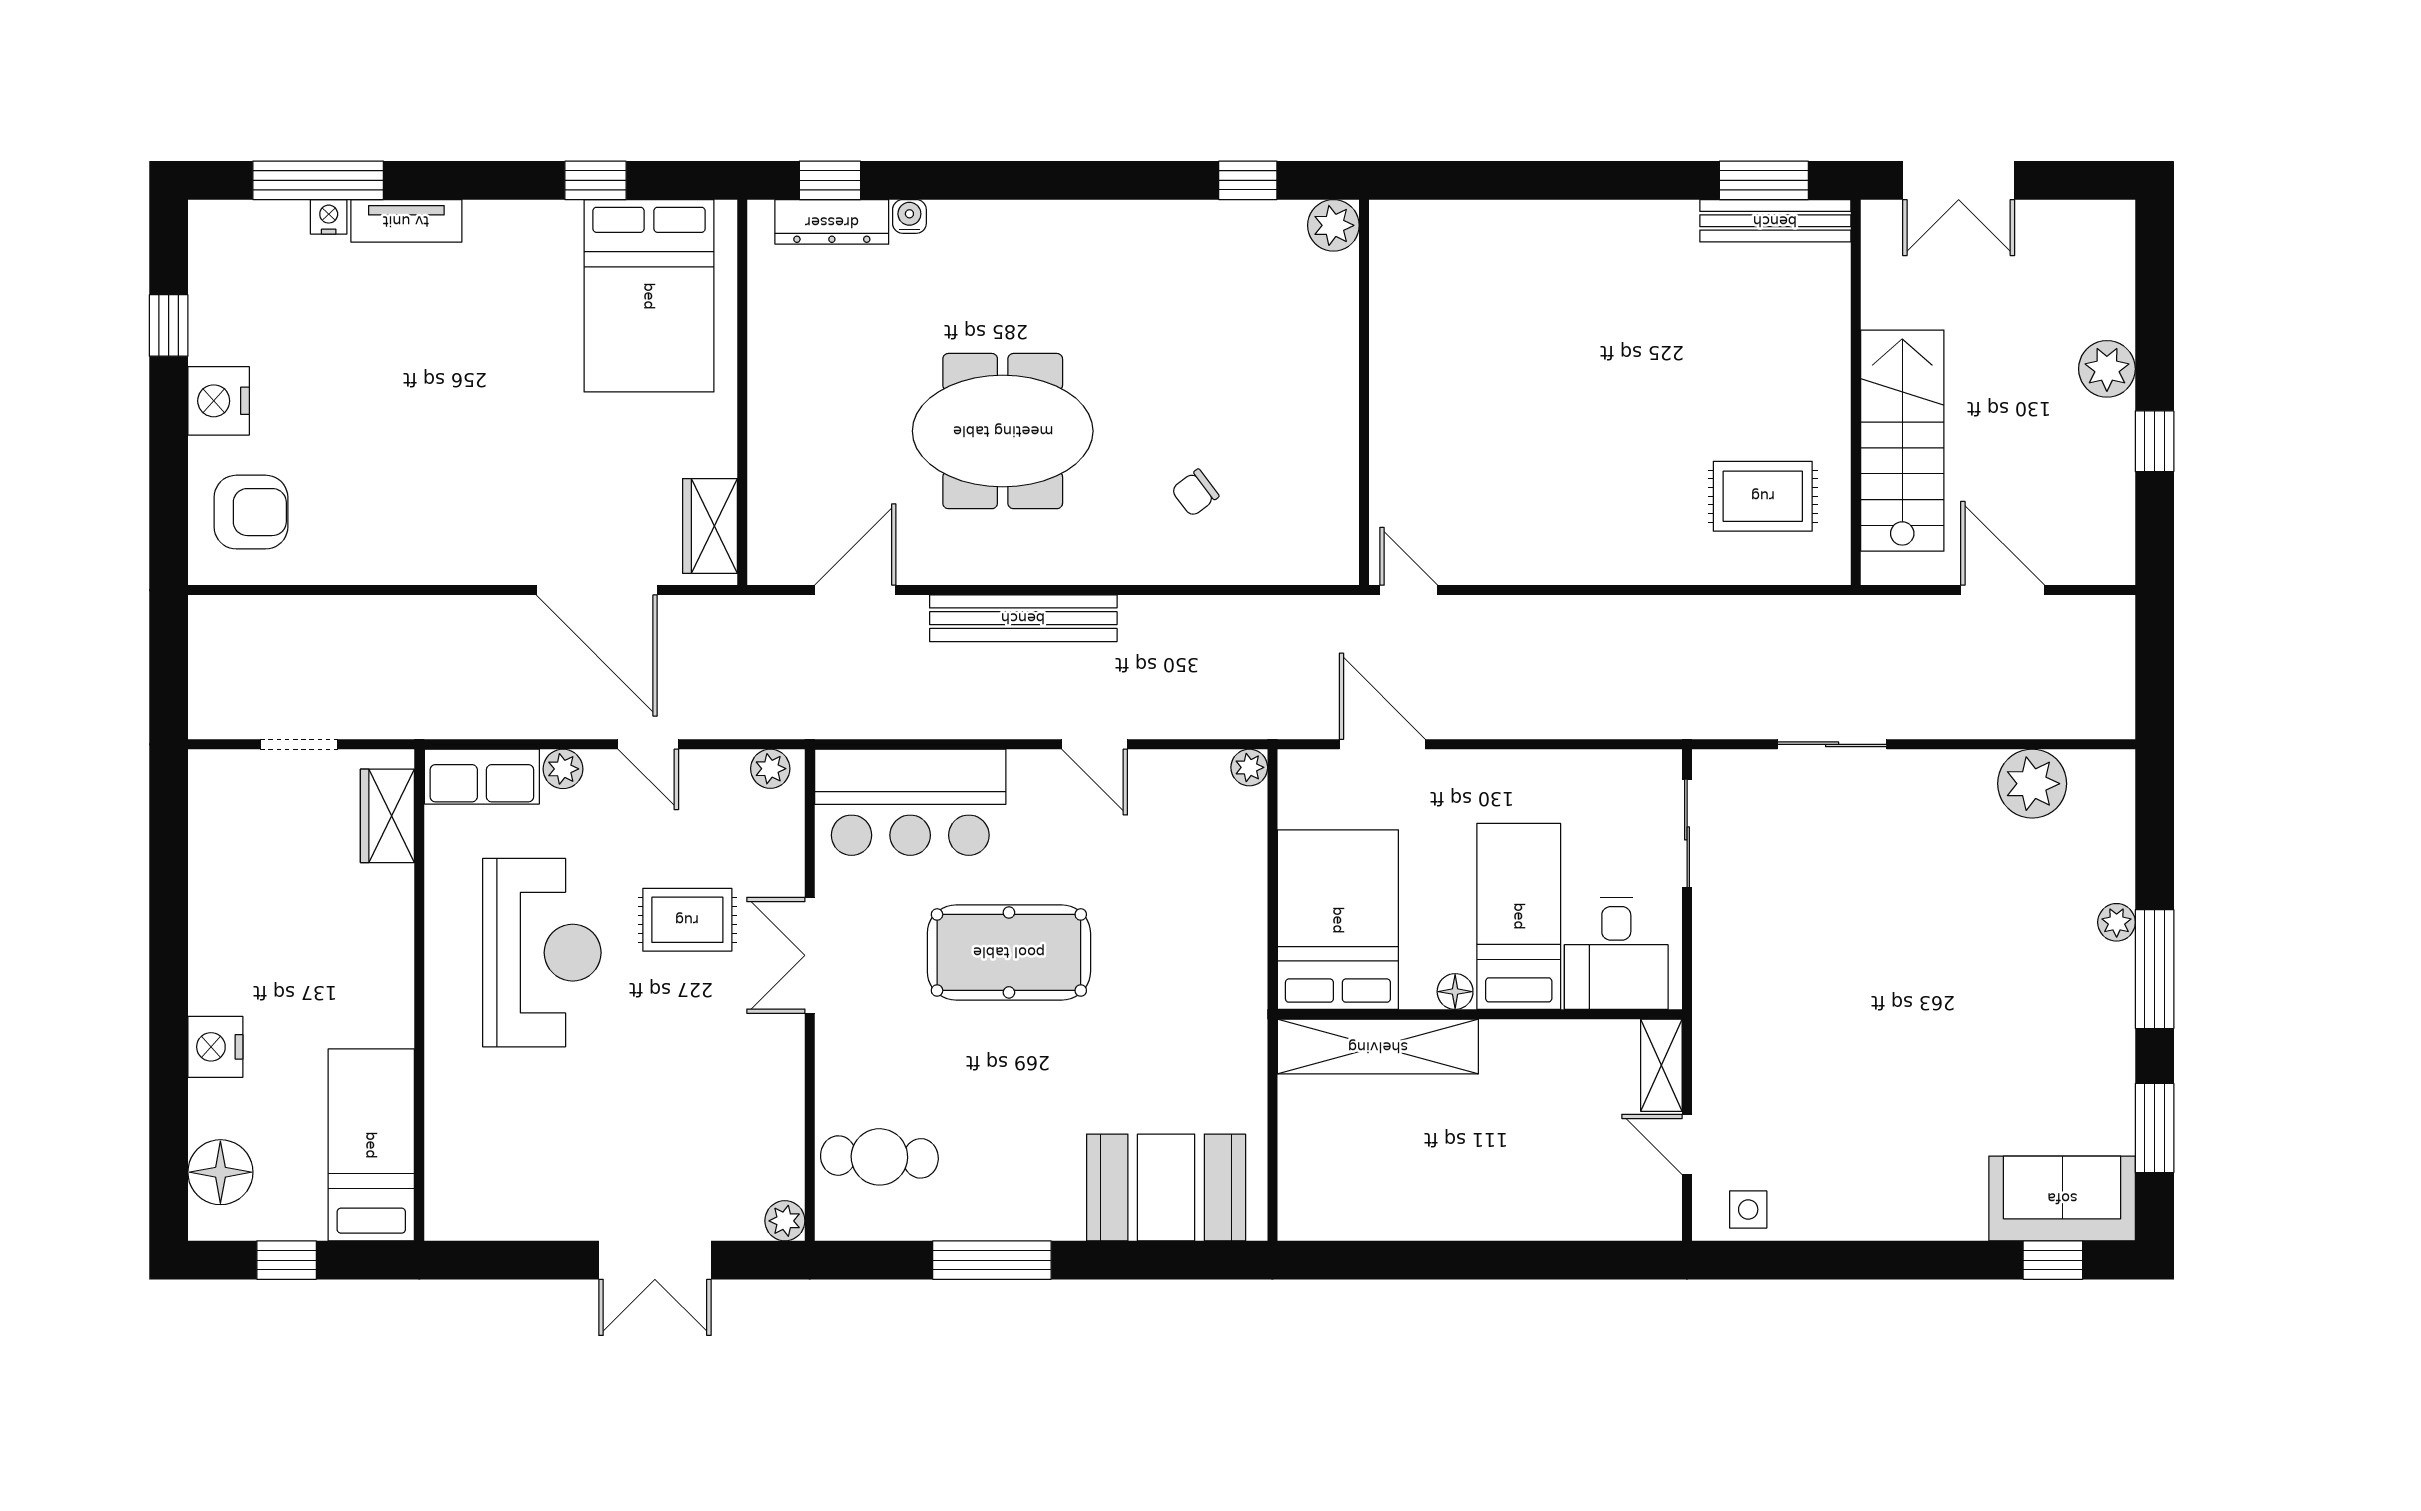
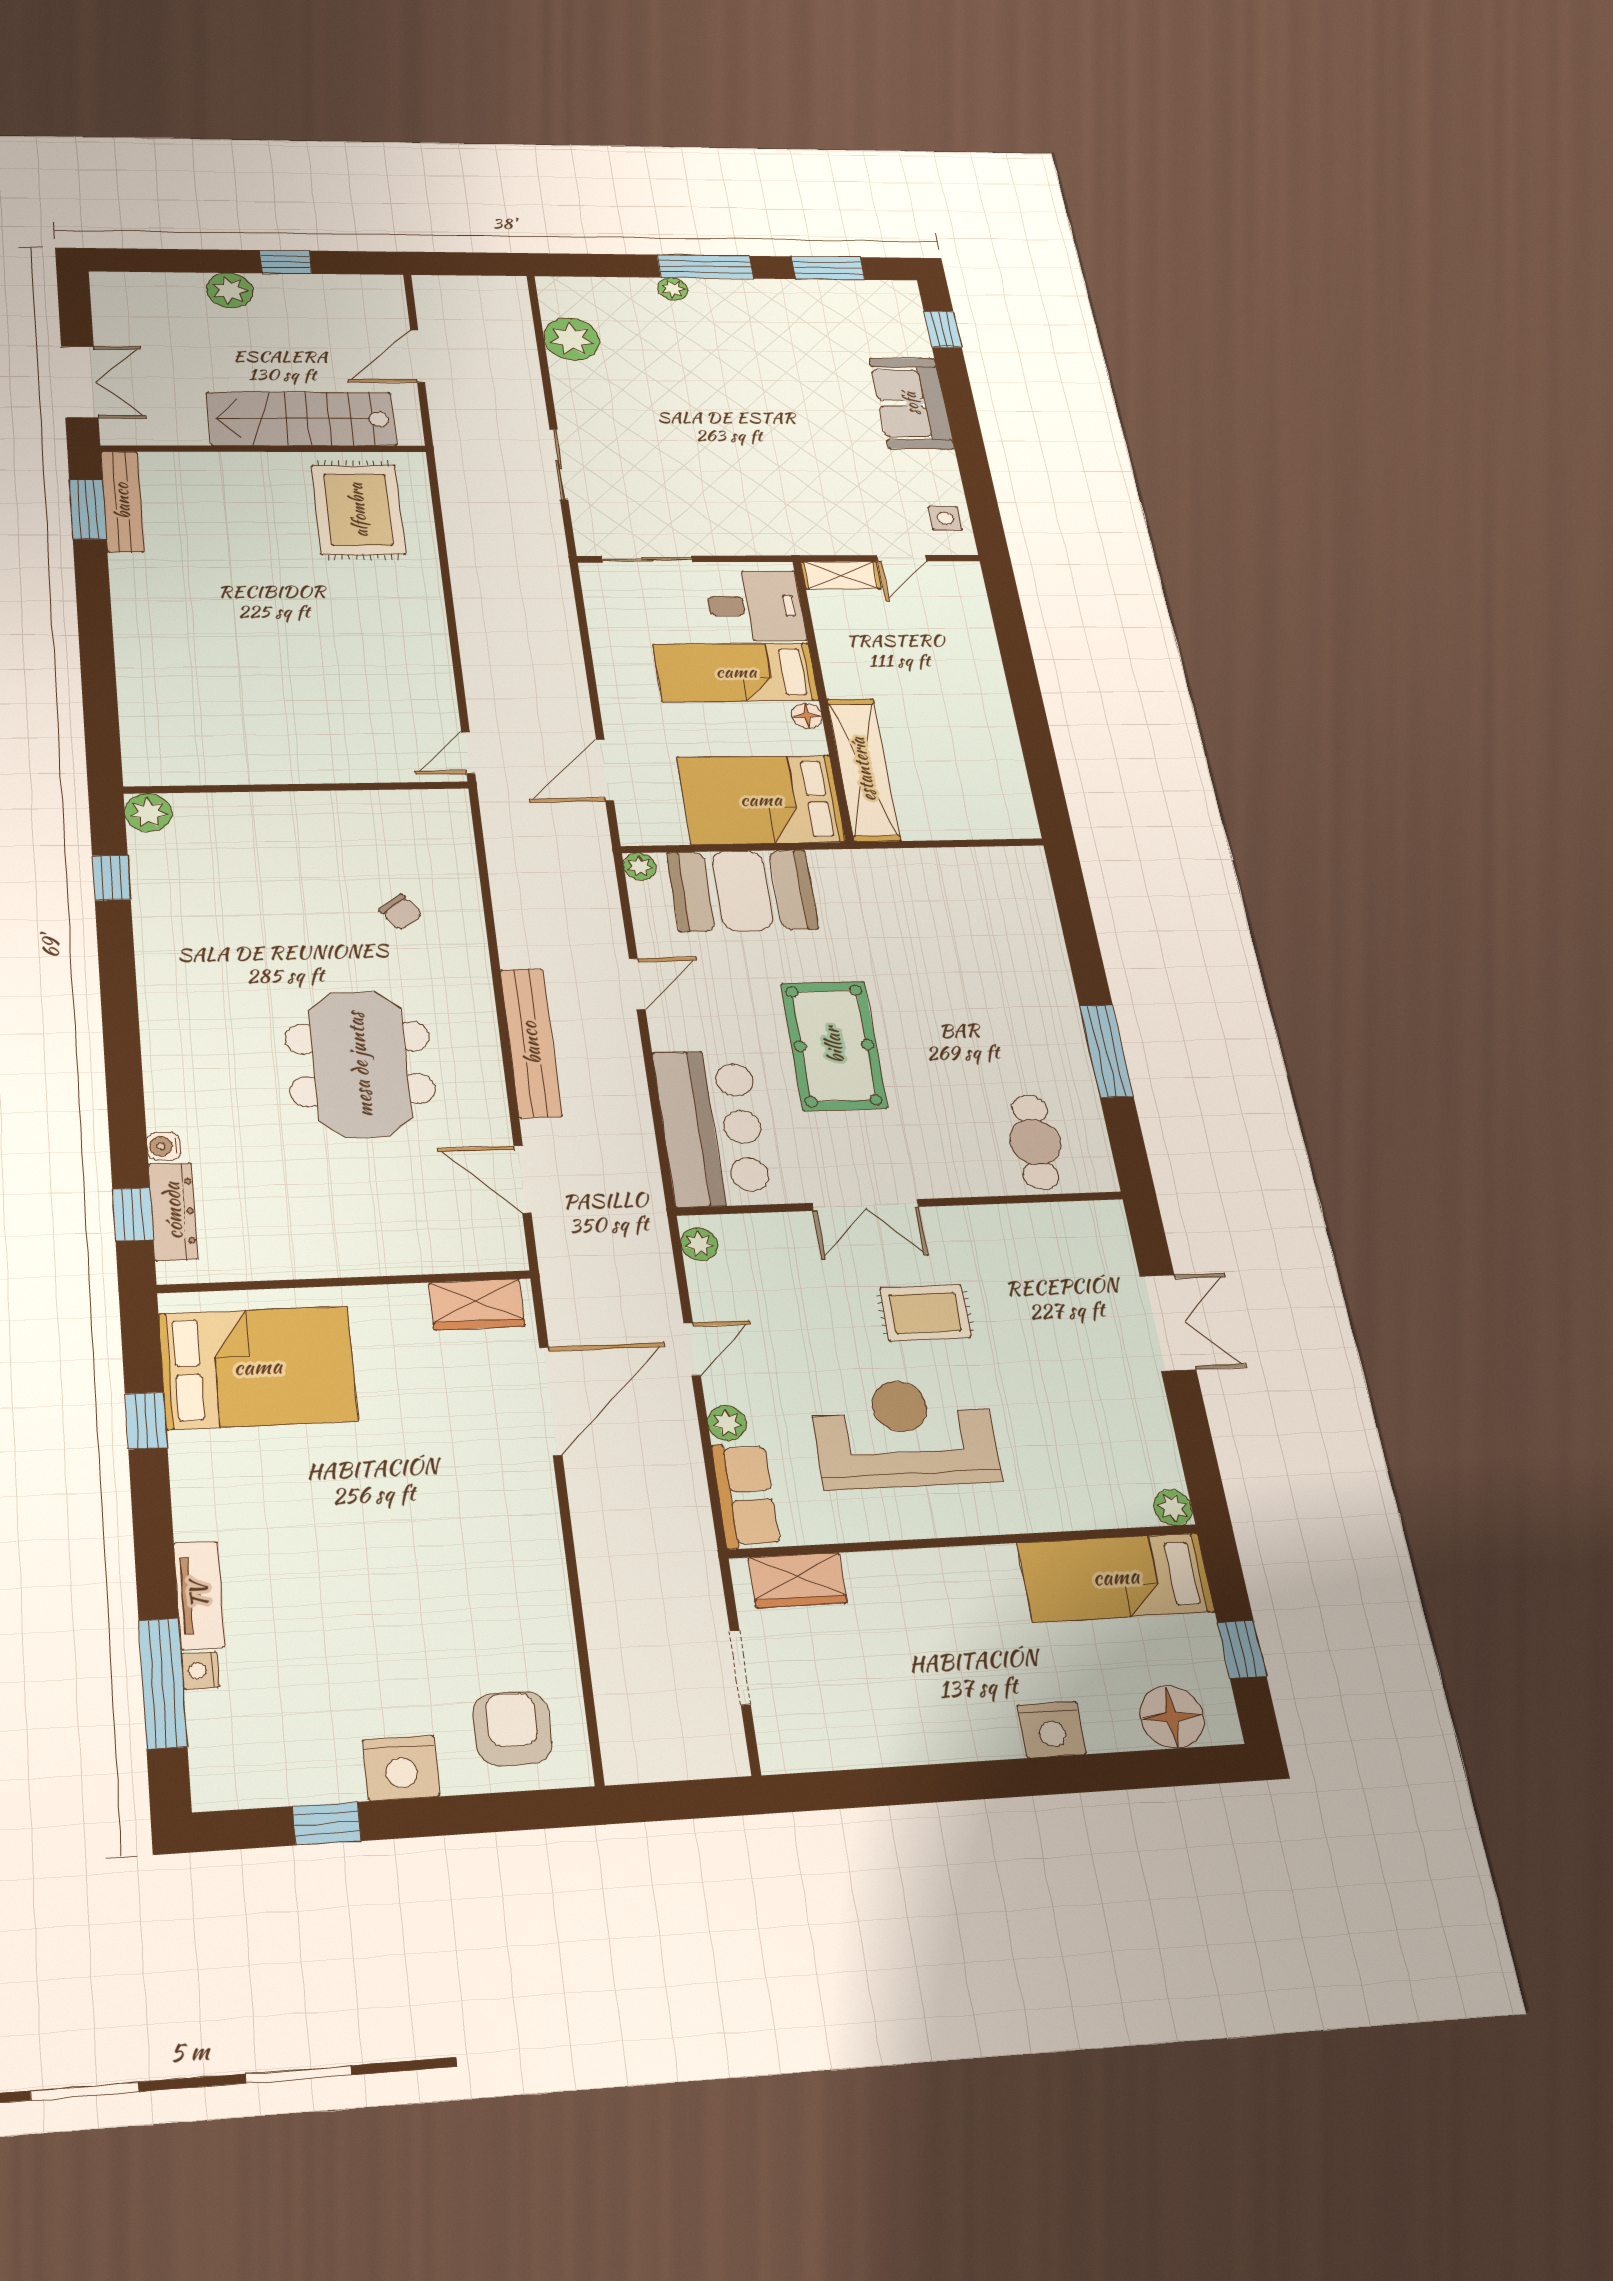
rug: (1763, 496) -> (358, 510), width x1.36, depth x1.43
rug: (687, 920) -> (925, 1313), moved, turned 90
booth: (1166, 1187) -> (742, 891), moved, turned 90
sofa: (2062, 1198) -> (911, 403), moved
plant: (785, 1221) -> (1173, 1508), moved

